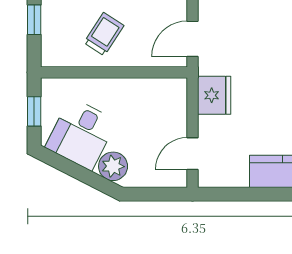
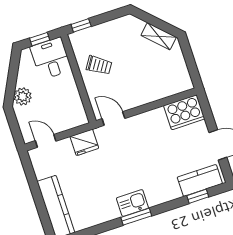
window: (34, 20) -> (81, 25), moved
desk: (81, 134) -> (51, 58), moved, turned 63

